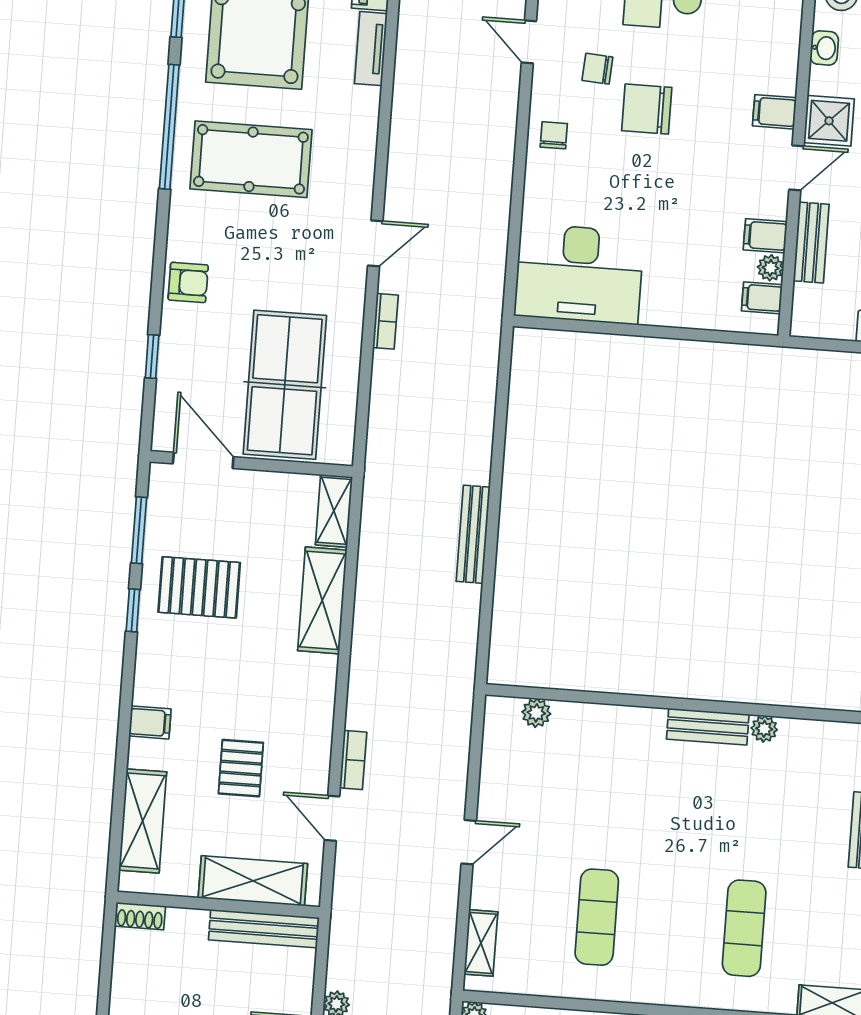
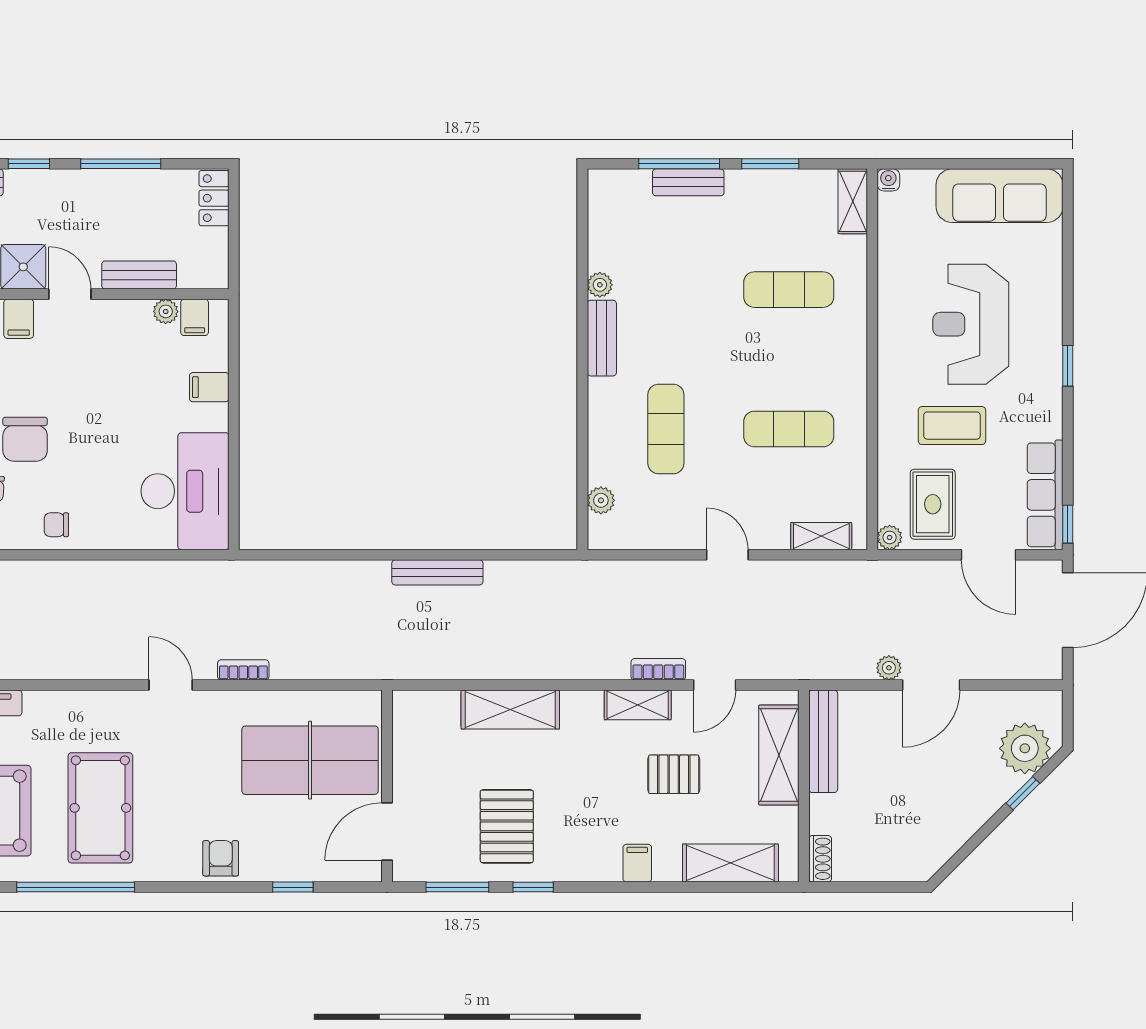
filing cabinet: (765, 236) -> (209, 387), moved, turned 90
shelving: (334, 511) -> (638, 705), moved
exercise mat: (607, 787) -> (666, 429), added

